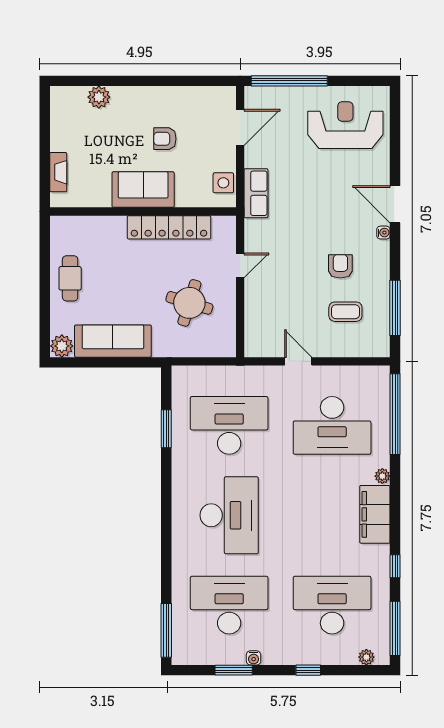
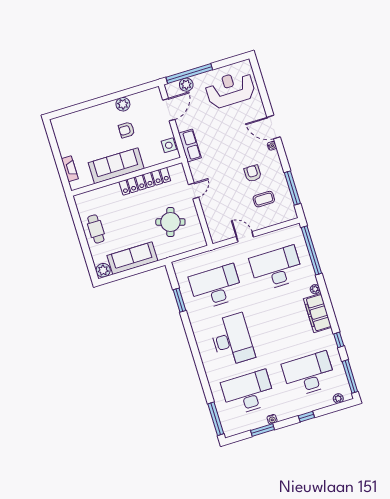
plant: (99, 97) -> (123, 104), moved
plant: (279, 97) -> (186, 85), added
sofa: (143, 190) -> (116, 166), width x1.36
desk: (332, 425) -> (276, 268), turned 180

